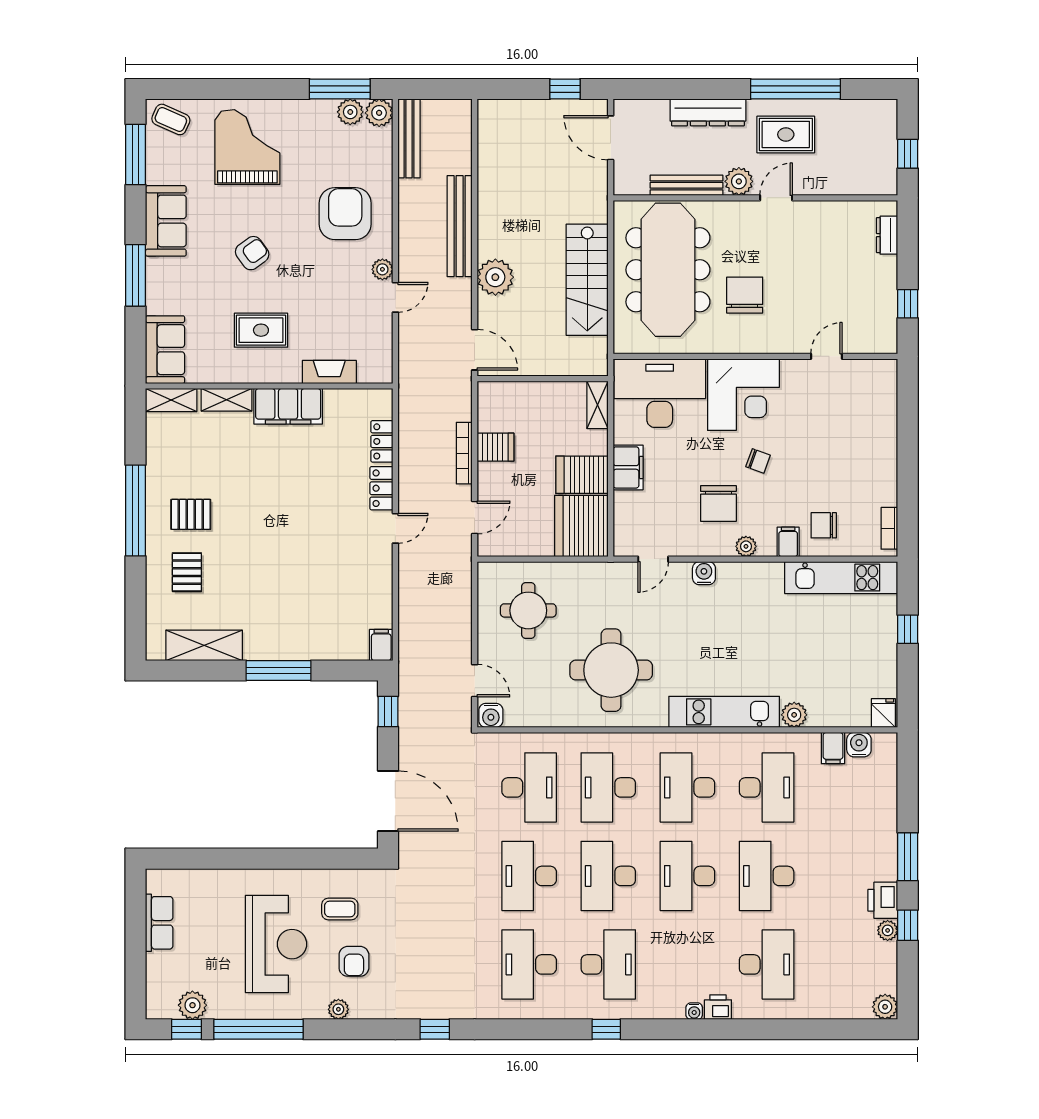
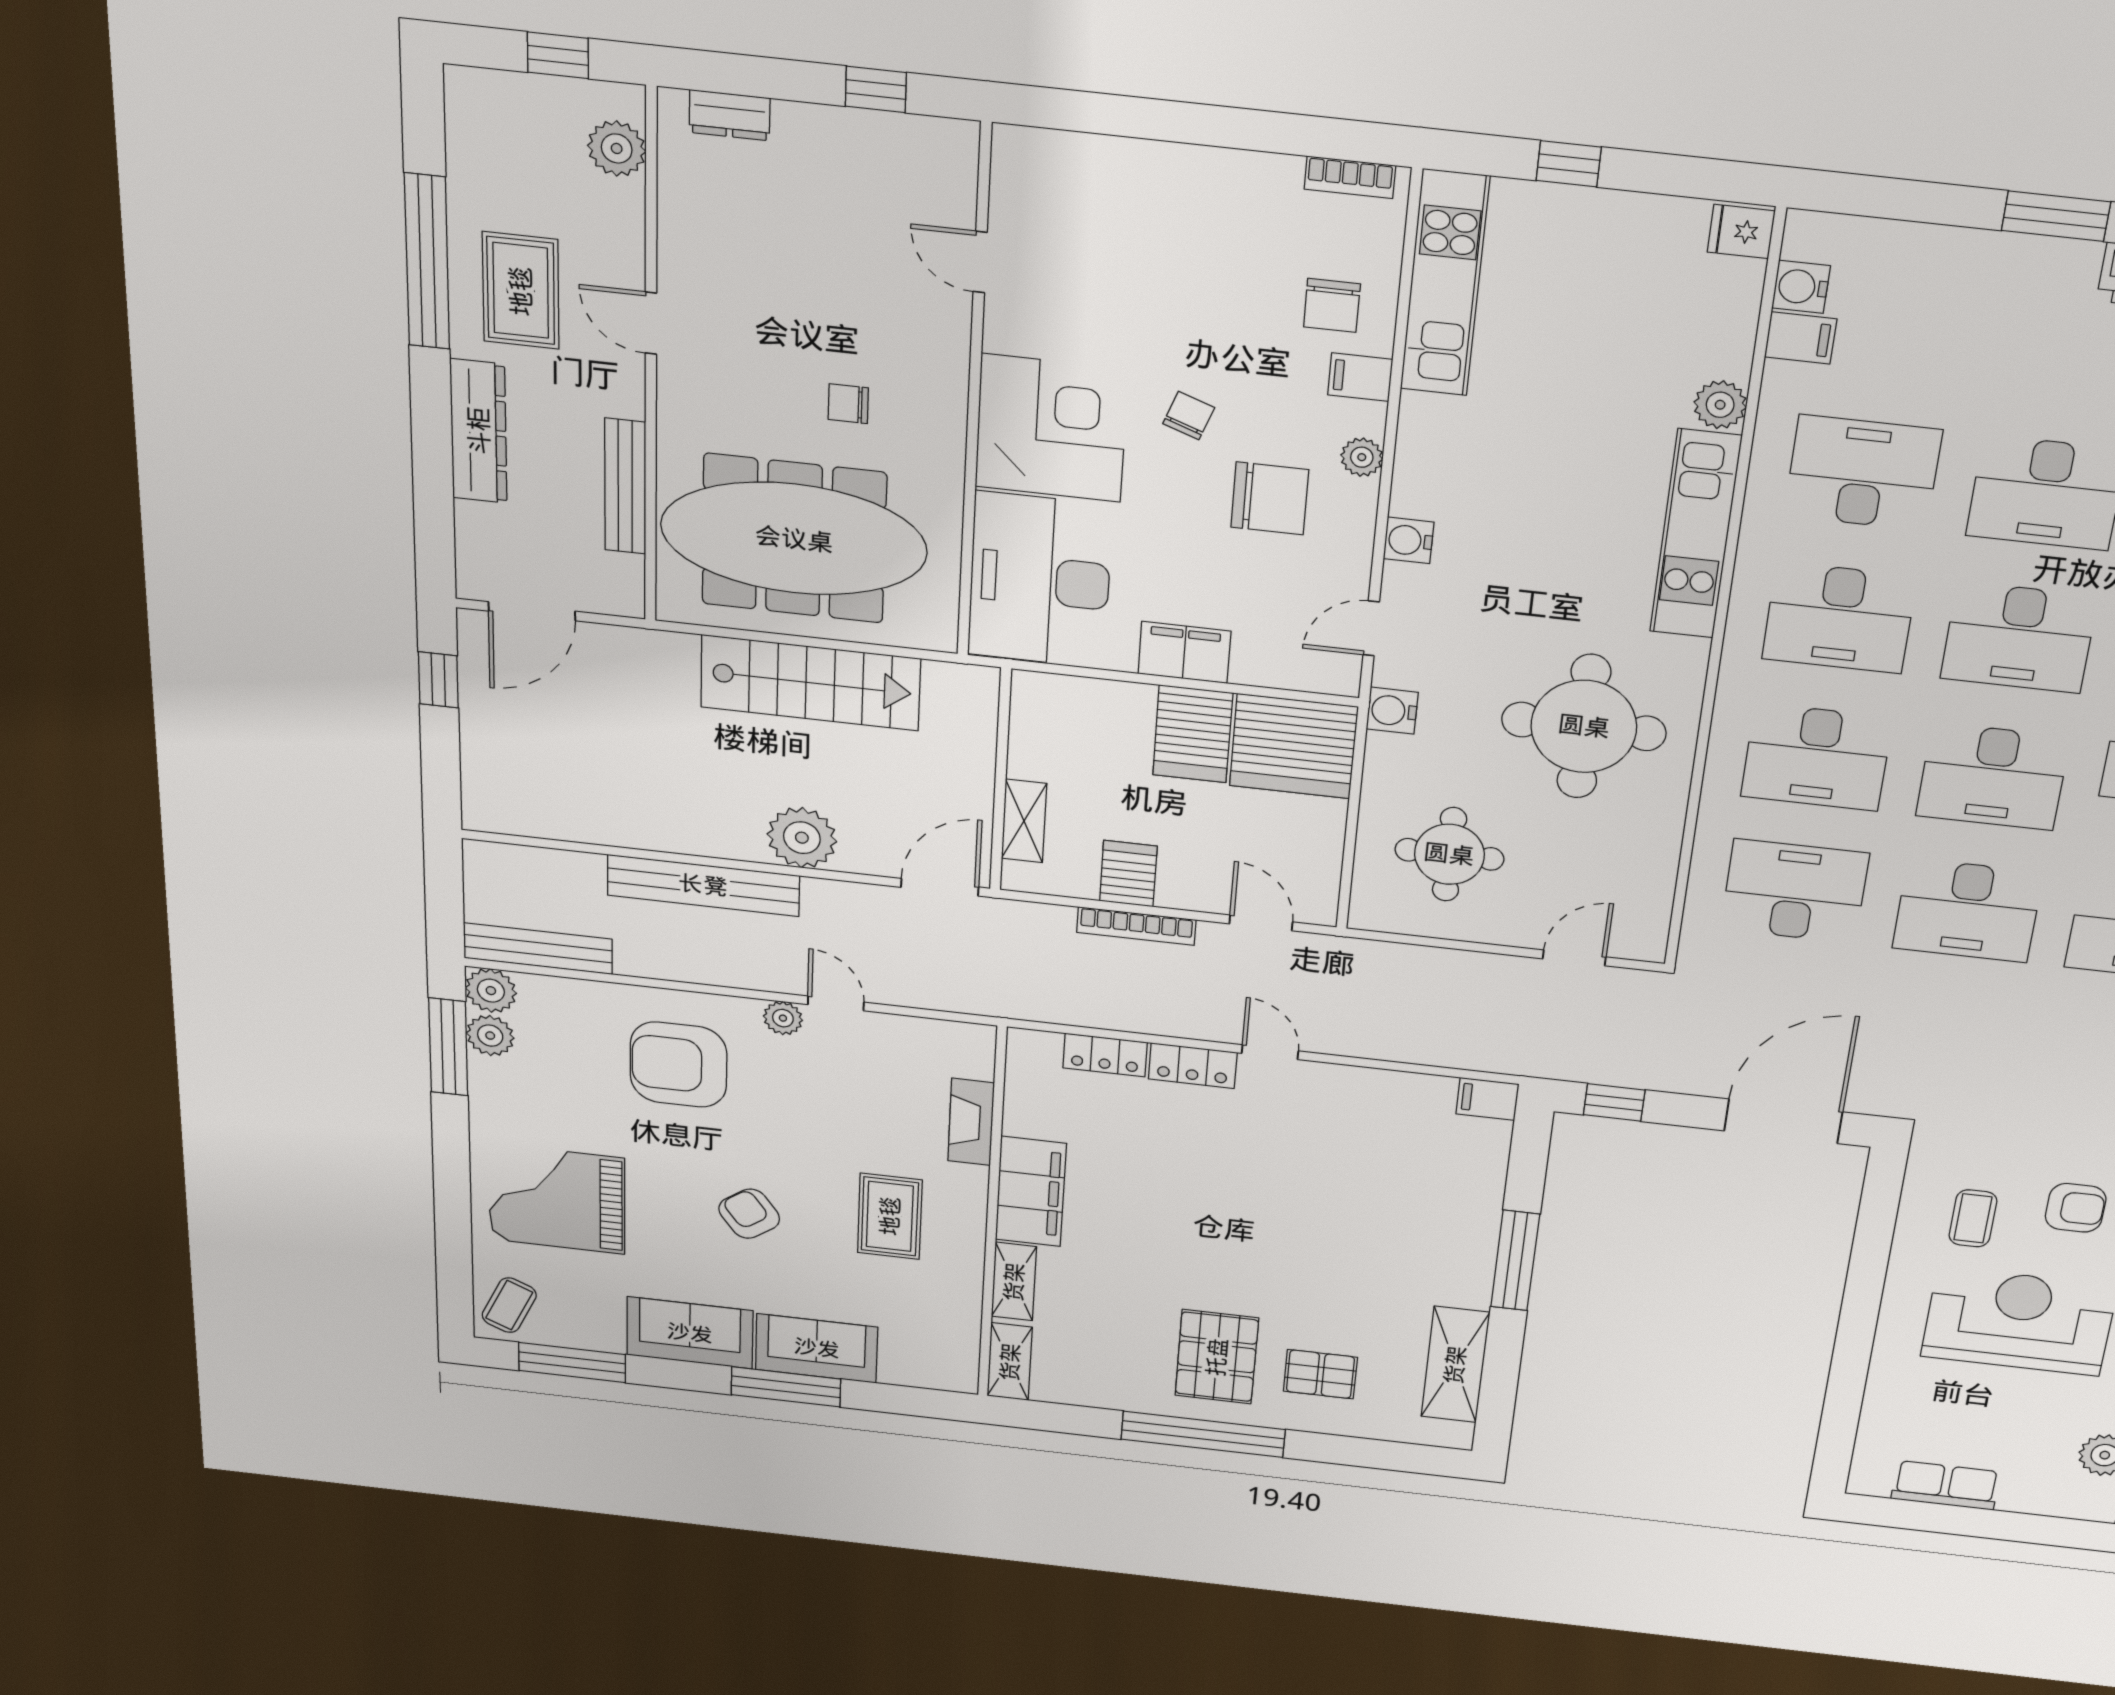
plant: (739, 181) -> (617, 148), moved
chair: (745, 295) -> (848, 404), width x0.54, depth x0.54
sofa: (165, 350) -> (817, 1348), moved
shelving: (598, 405) -> (1024, 821), moved, turned 90
pallet: (191, 514) -> (1217, 1357), width x1.50, depth x1.42
door: (653, 559) -> (1371, 628), swing flipped
water cooler: (491, 715) -> (1392, 711), moved, turned 180

